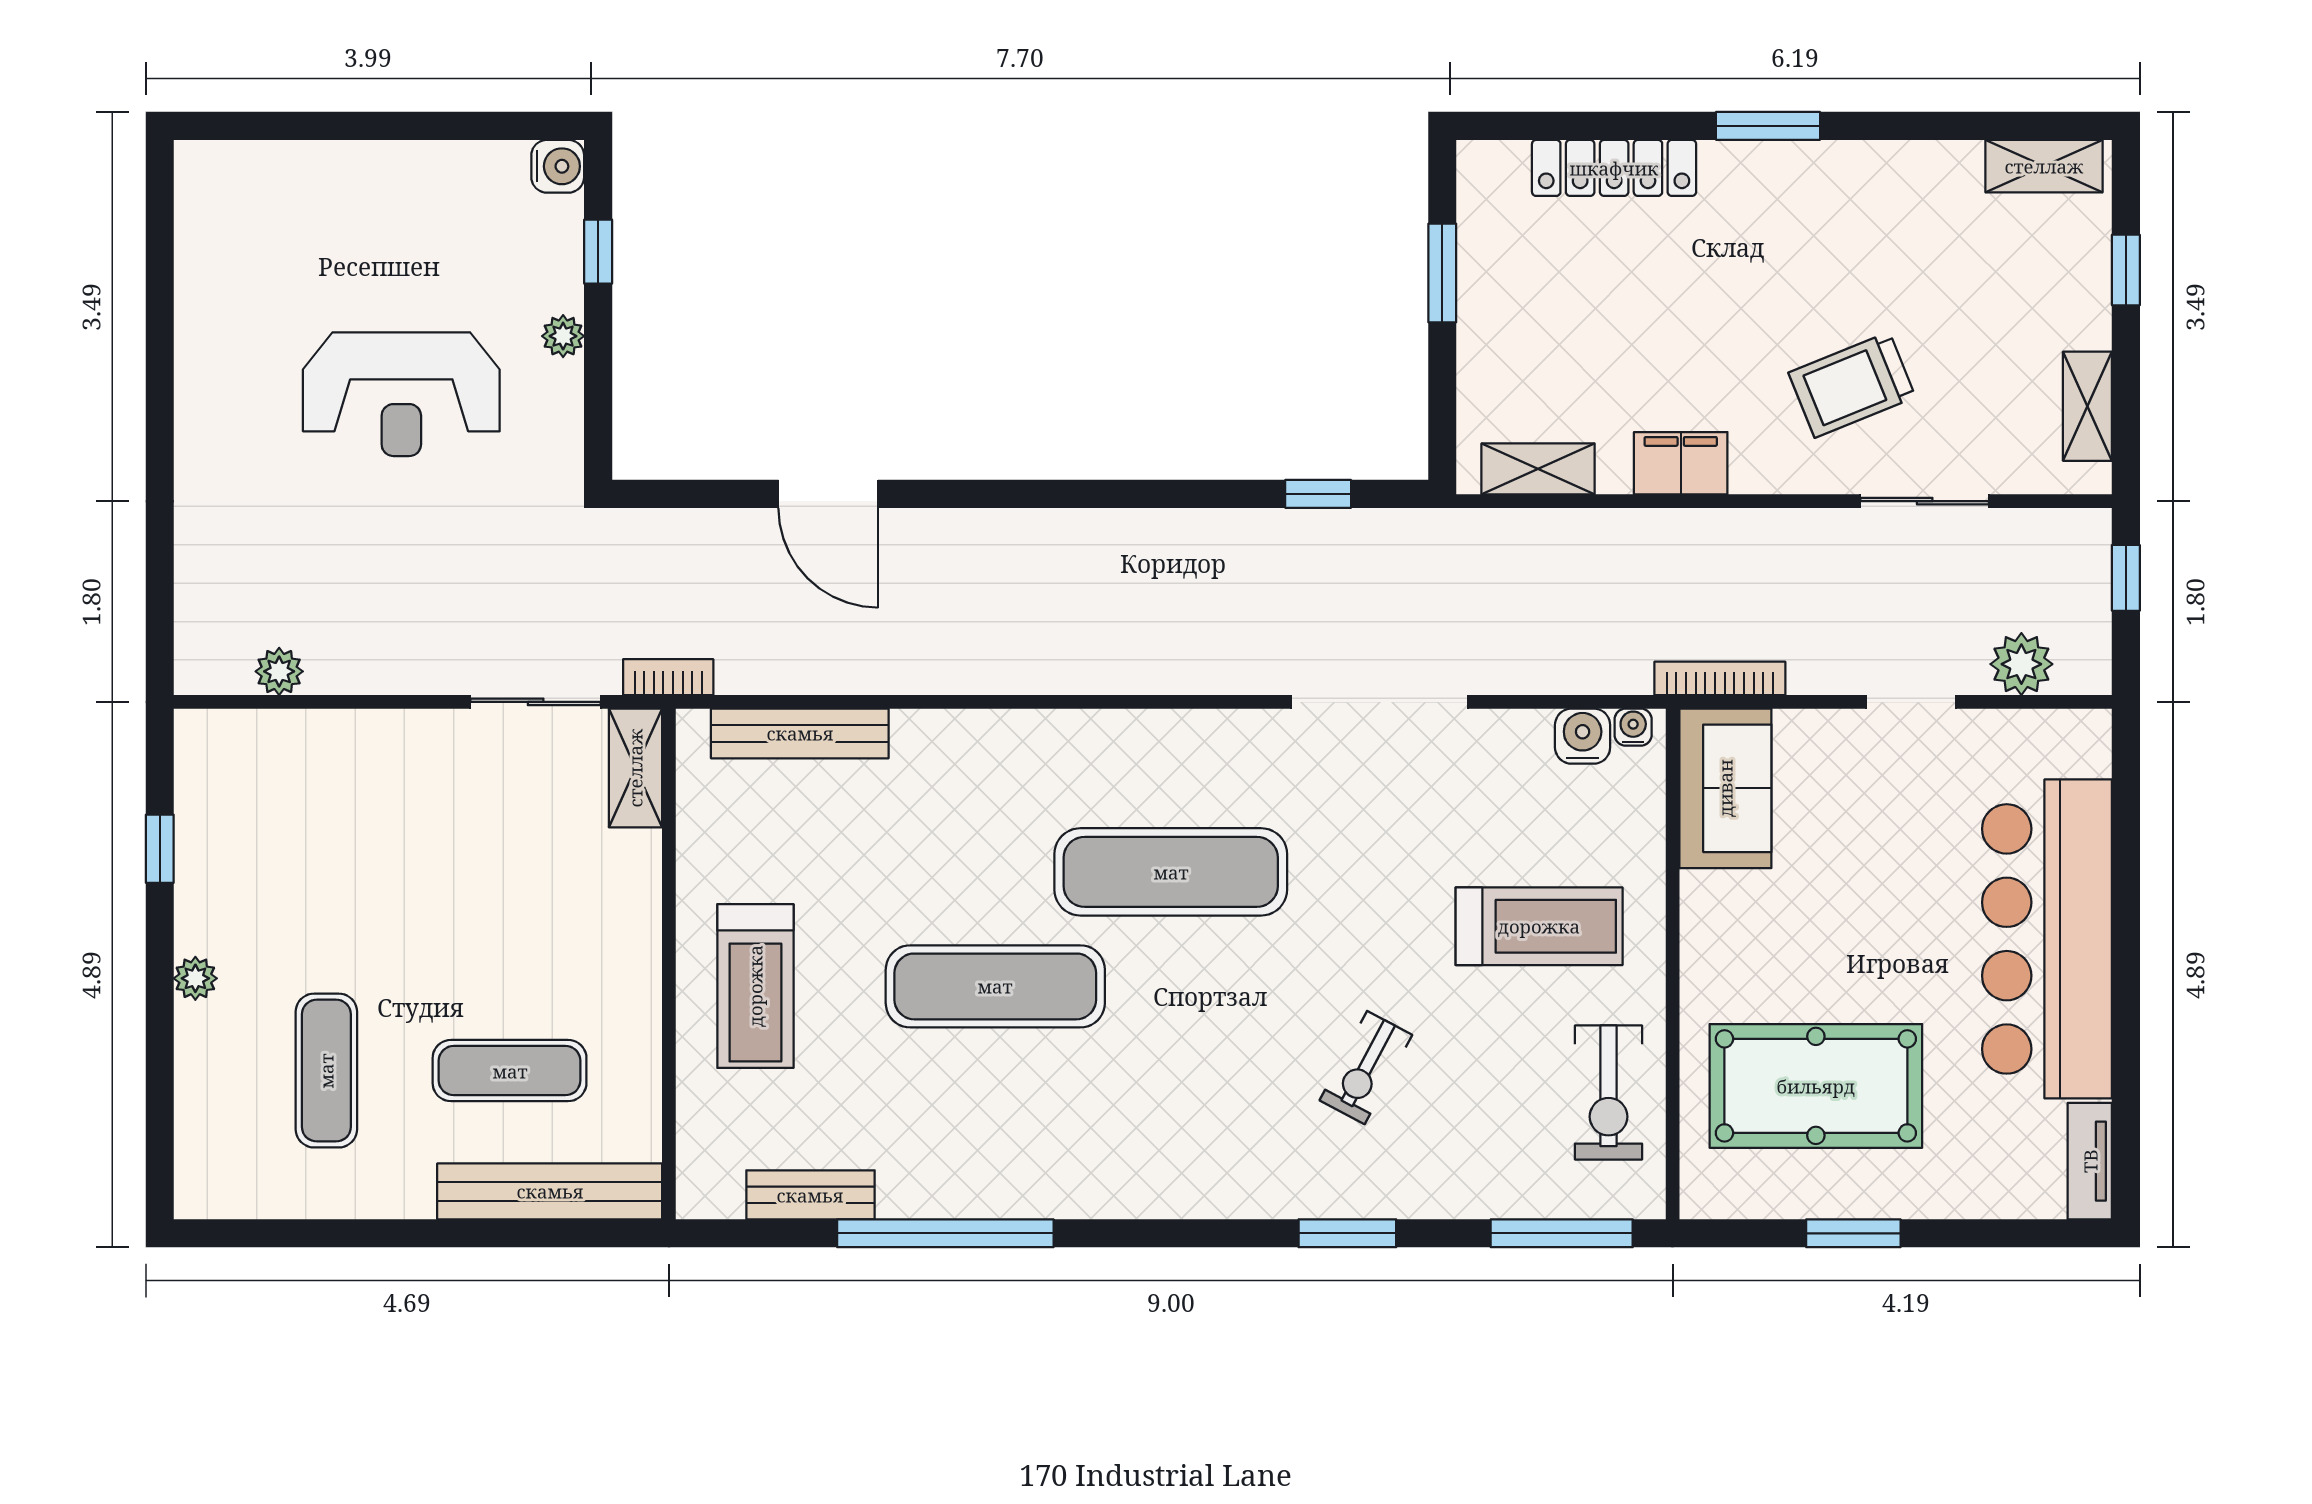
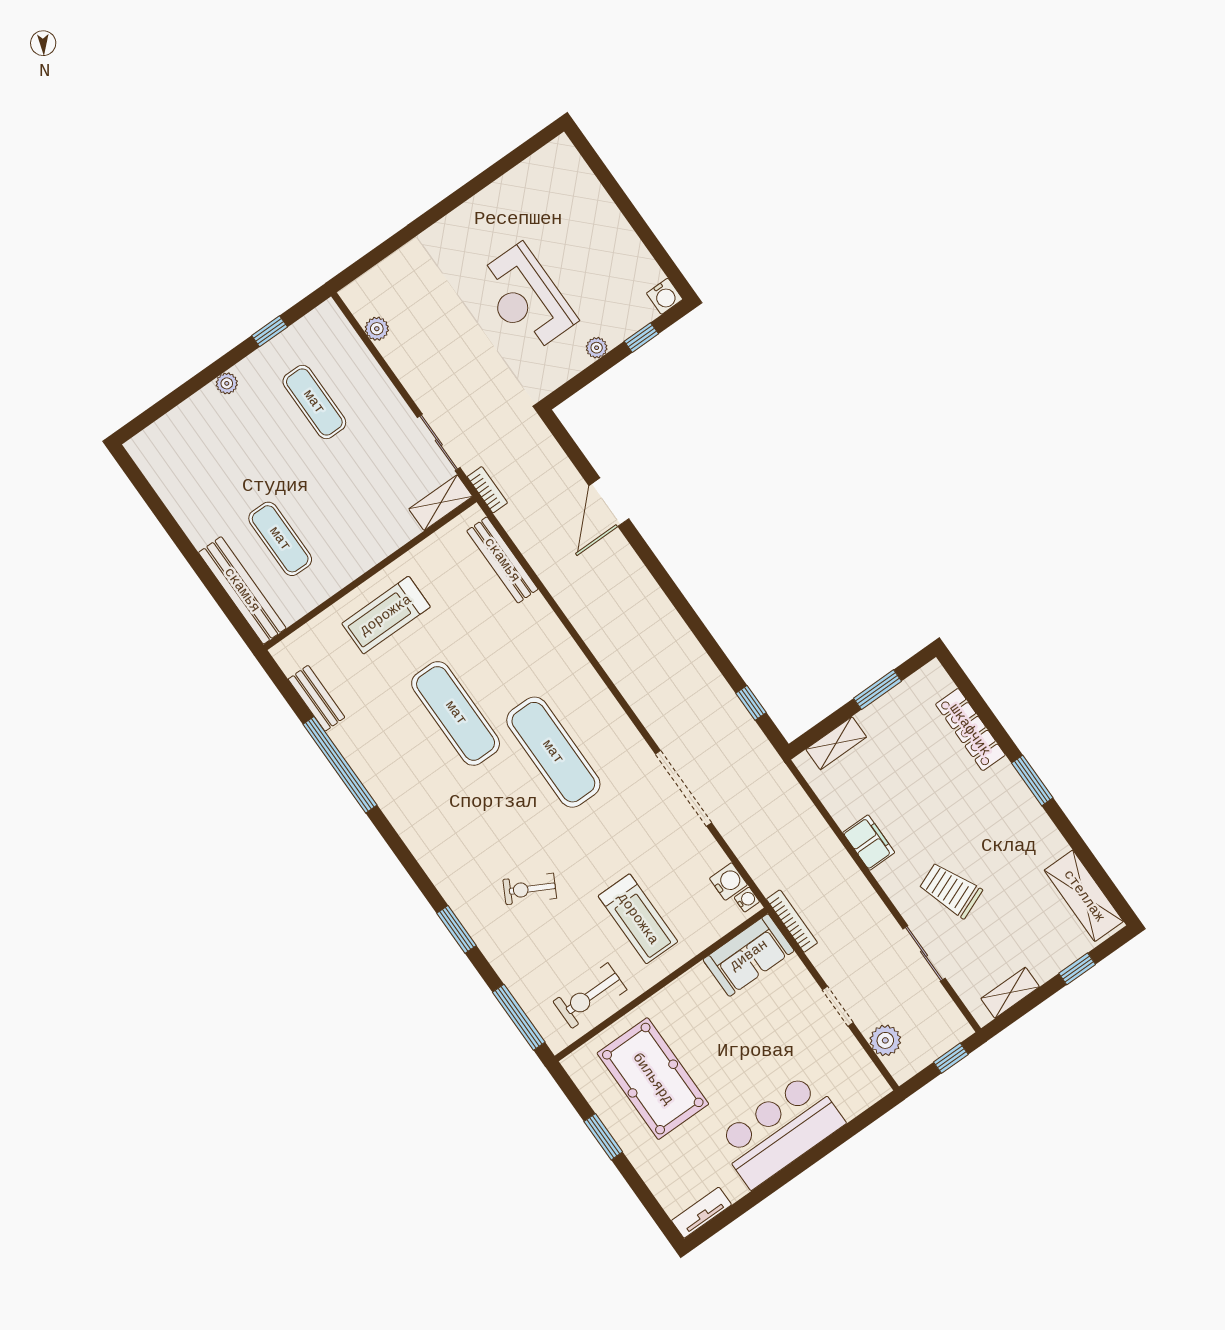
shelving: (2044, 166) -> (1084, 896), width x1.50, depth x1.33
shelving: (1538, 469) -> (836, 743), moved, turned 90
bar counter: (2047, 939) -> (780, 1131), width x0.73
exercise mat: (326, 1071) -> (314, 402), moved, turned 90

